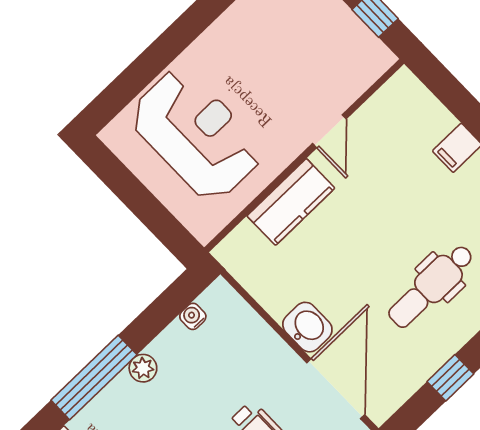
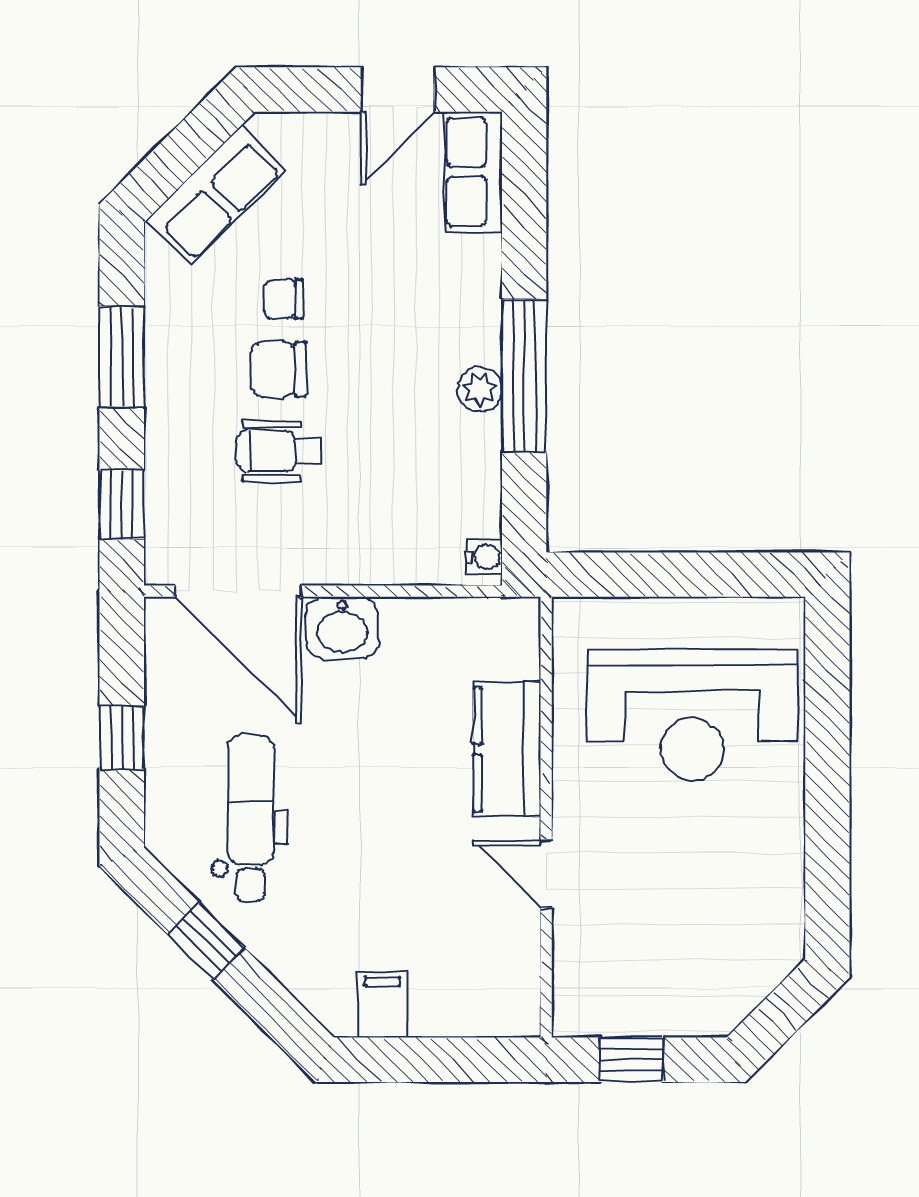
water cooler: (193, 316) -> (484, 557), moved
window: (94, 377) -> (524, 376), moved

